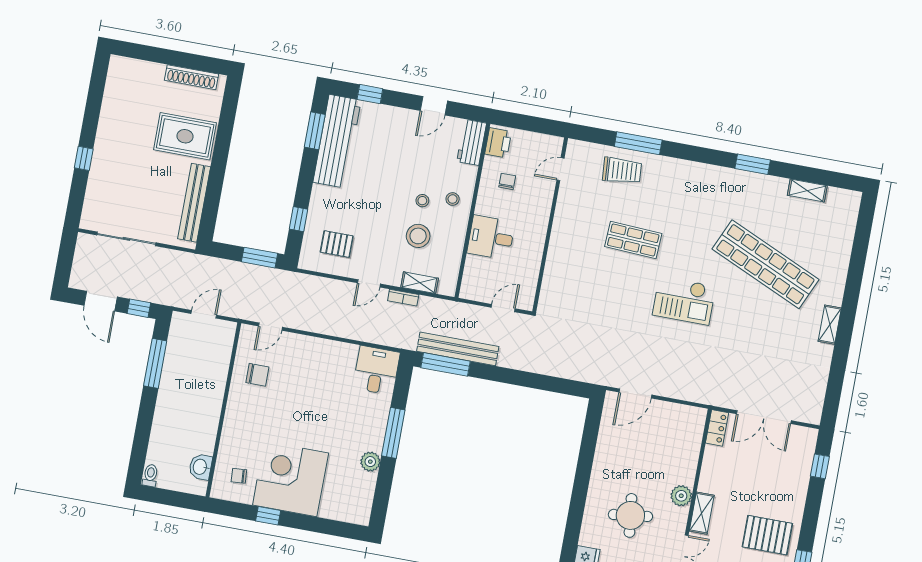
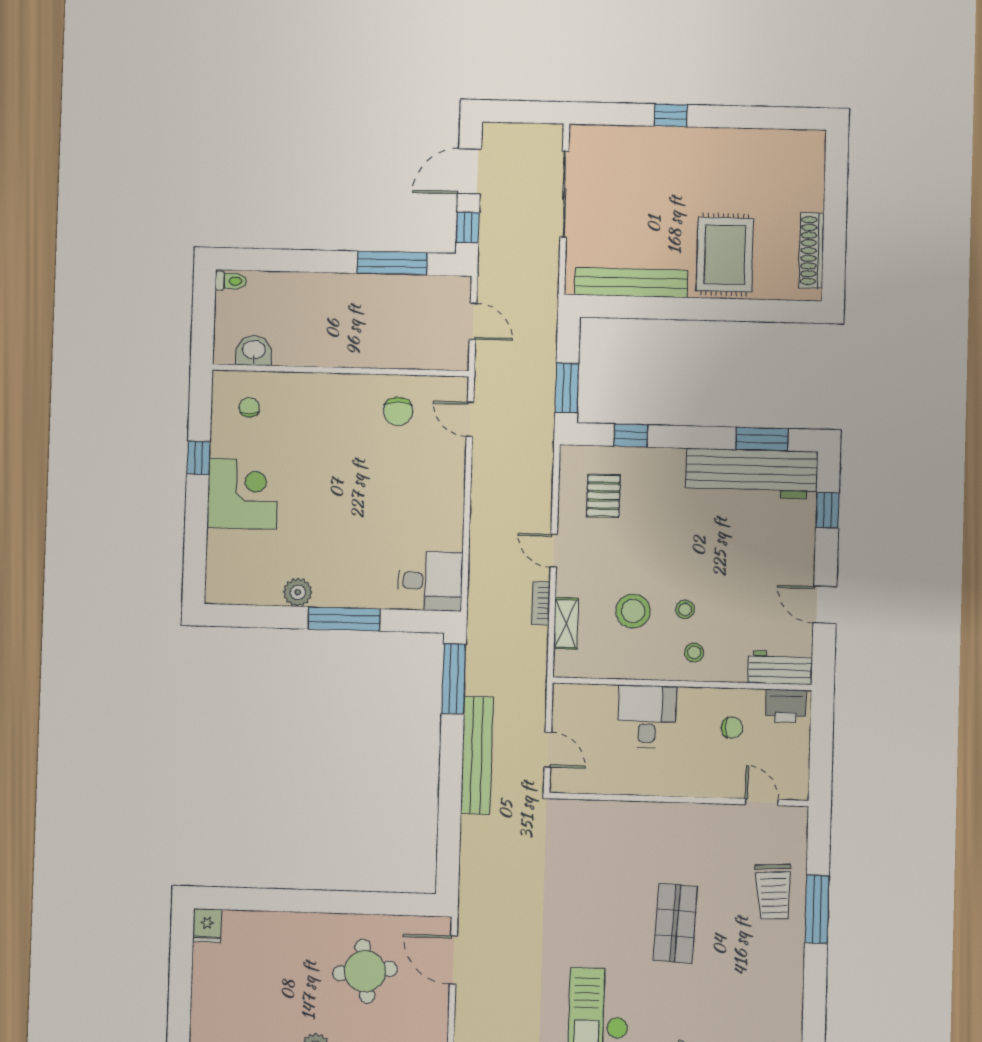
bench: (458, 349) -> (477, 755), moved
corner desk: (291, 479) -> (243, 494), width x0.74, depth x0.74
round table: (630, 515) -> (365, 971), moved

